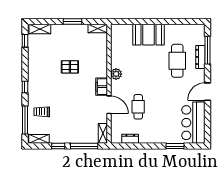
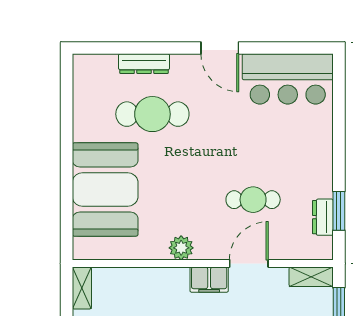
booth: (148, 35) -> (105, 190), width x1.36, depth x1.42
window: (208, 50) -> (129, 48), removed
window: (175, 146) -> (339, 211), moved

